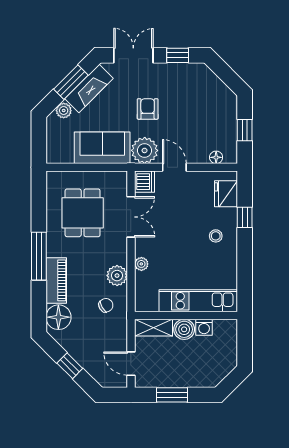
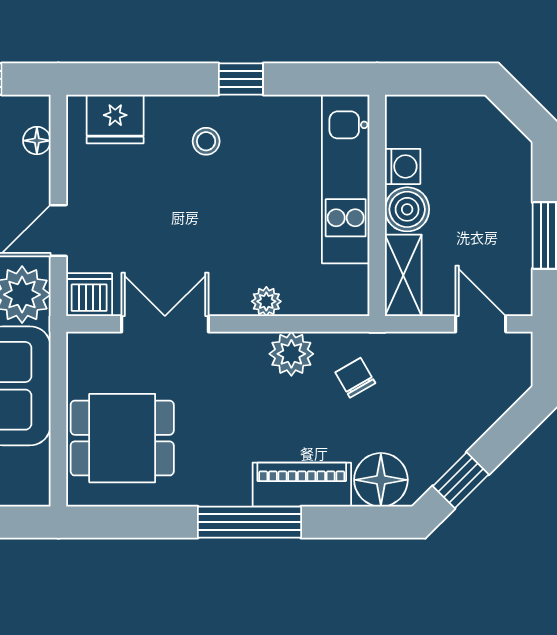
dining table: (83, 213) -> (122, 438), moved
window: (245, 217) -> (241, 79), moved
door: (131, 364) -> (481, 324), swing flipped
window: (70, 366) -> (461, 480), moved

